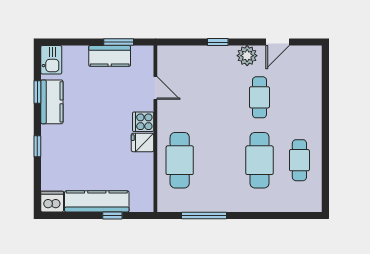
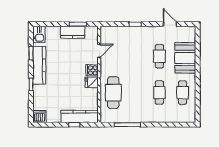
door: (278, 42) -> (170, 24), swing flipped
plant: (247, 56) -> (152, 32), removed
door: (155, 88) -> (99, 51), hinge flipped
booth: (304, 100) -> (185, 58), added
kitchen counter: (52, 102) -> (39, 65), width x1.50
cafe table: (260, 160) -> (159, 93), width x0.73, depth x0.74
kitchen counter: (97, 201) -> (80, 116), moved

